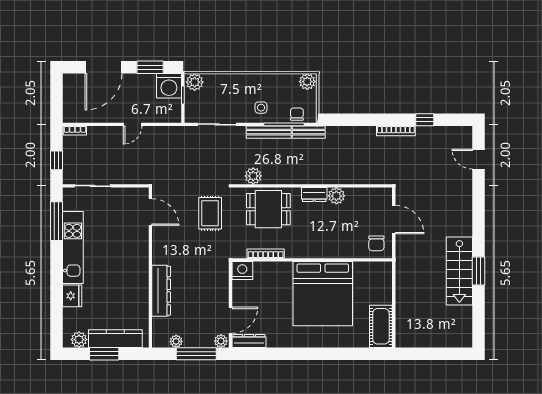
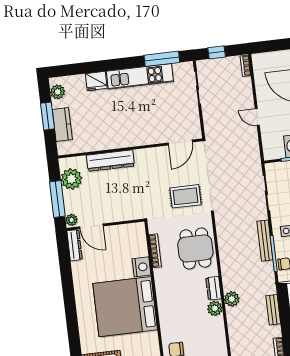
bench: (309, 132) -> (273, 310), moved
plant: (253, 176) -> (232, 299), moved
nightstand: (242, 271) -> (142, 267), moved
kitchen counter: (115, 339) -> (62, 125), width x0.67
plant: (176, 341) -> (71, 179), width x1.88, depth x1.88

